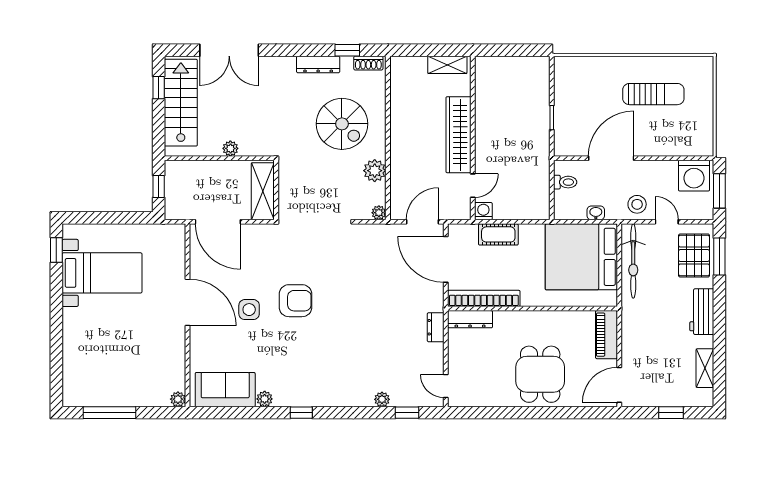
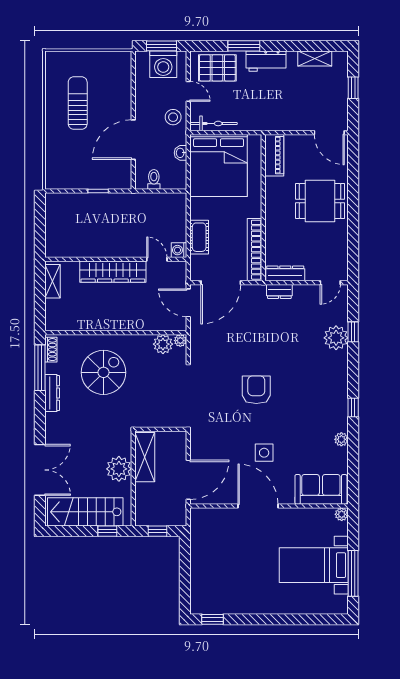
window: (347, 50) -> (40, 368), width x2.17
window: (159, 88) -> (107, 531), moved
plant: (230, 148) -> (119, 469), width x1.87, depth x1.87
door: (611, 158) -> (133, 140), hinge flipped
plant: (375, 171) -> (163, 344), moved
washing machine: (694, 176) -> (163, 64), moved, turned 90
shelving: (263, 191) -> (145, 457), moved, turned 90
door: (667, 222) -> (188, 91), swing flipped
window: (719, 256) -> (244, 46), moved
bicycle: (633, 261) -> (213, 123), width x0.73, depth x0.71
bed with nightstands: (102, 273) -> (314, 565), moved, turned -90
armchair: (295, 301) -> (256, 390), moved
door: (187, 302) -> (258, 506), hinge flipped
dresser: (470, 319) -> (285, 273), moved, turned -90
piano: (606, 335) -> (274, 155), moved, turned -90
sofa: (225, 390) -> (321, 489), moved, turned 90
plant: (382, 399) -> (336, 338), width x1.88, depth x1.88
window: (407, 413) -> (353, 332), moved

